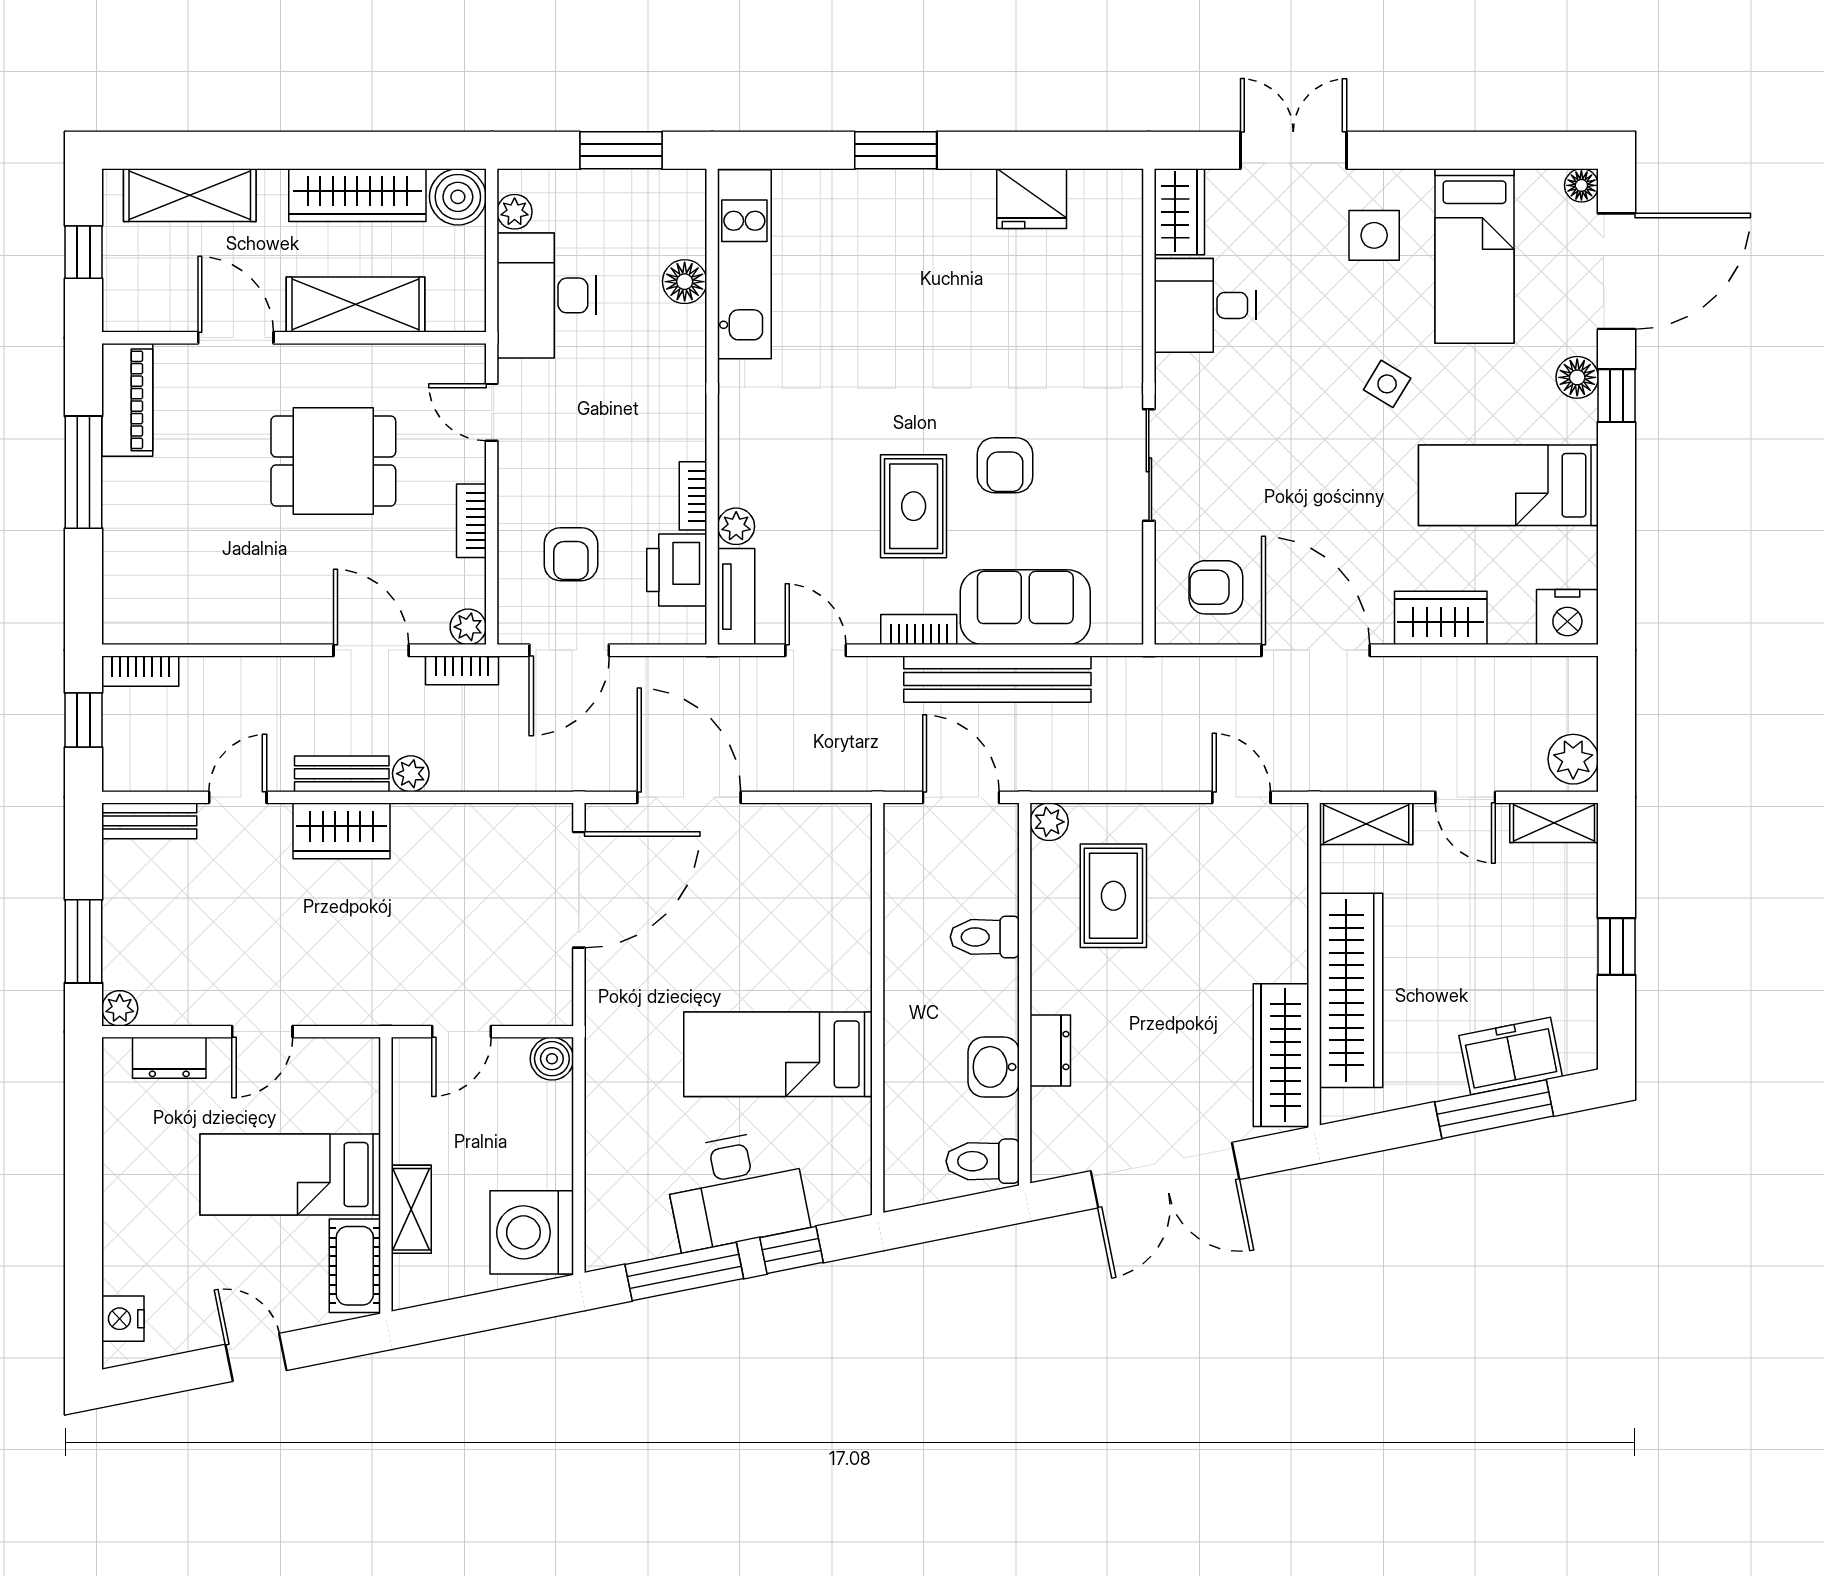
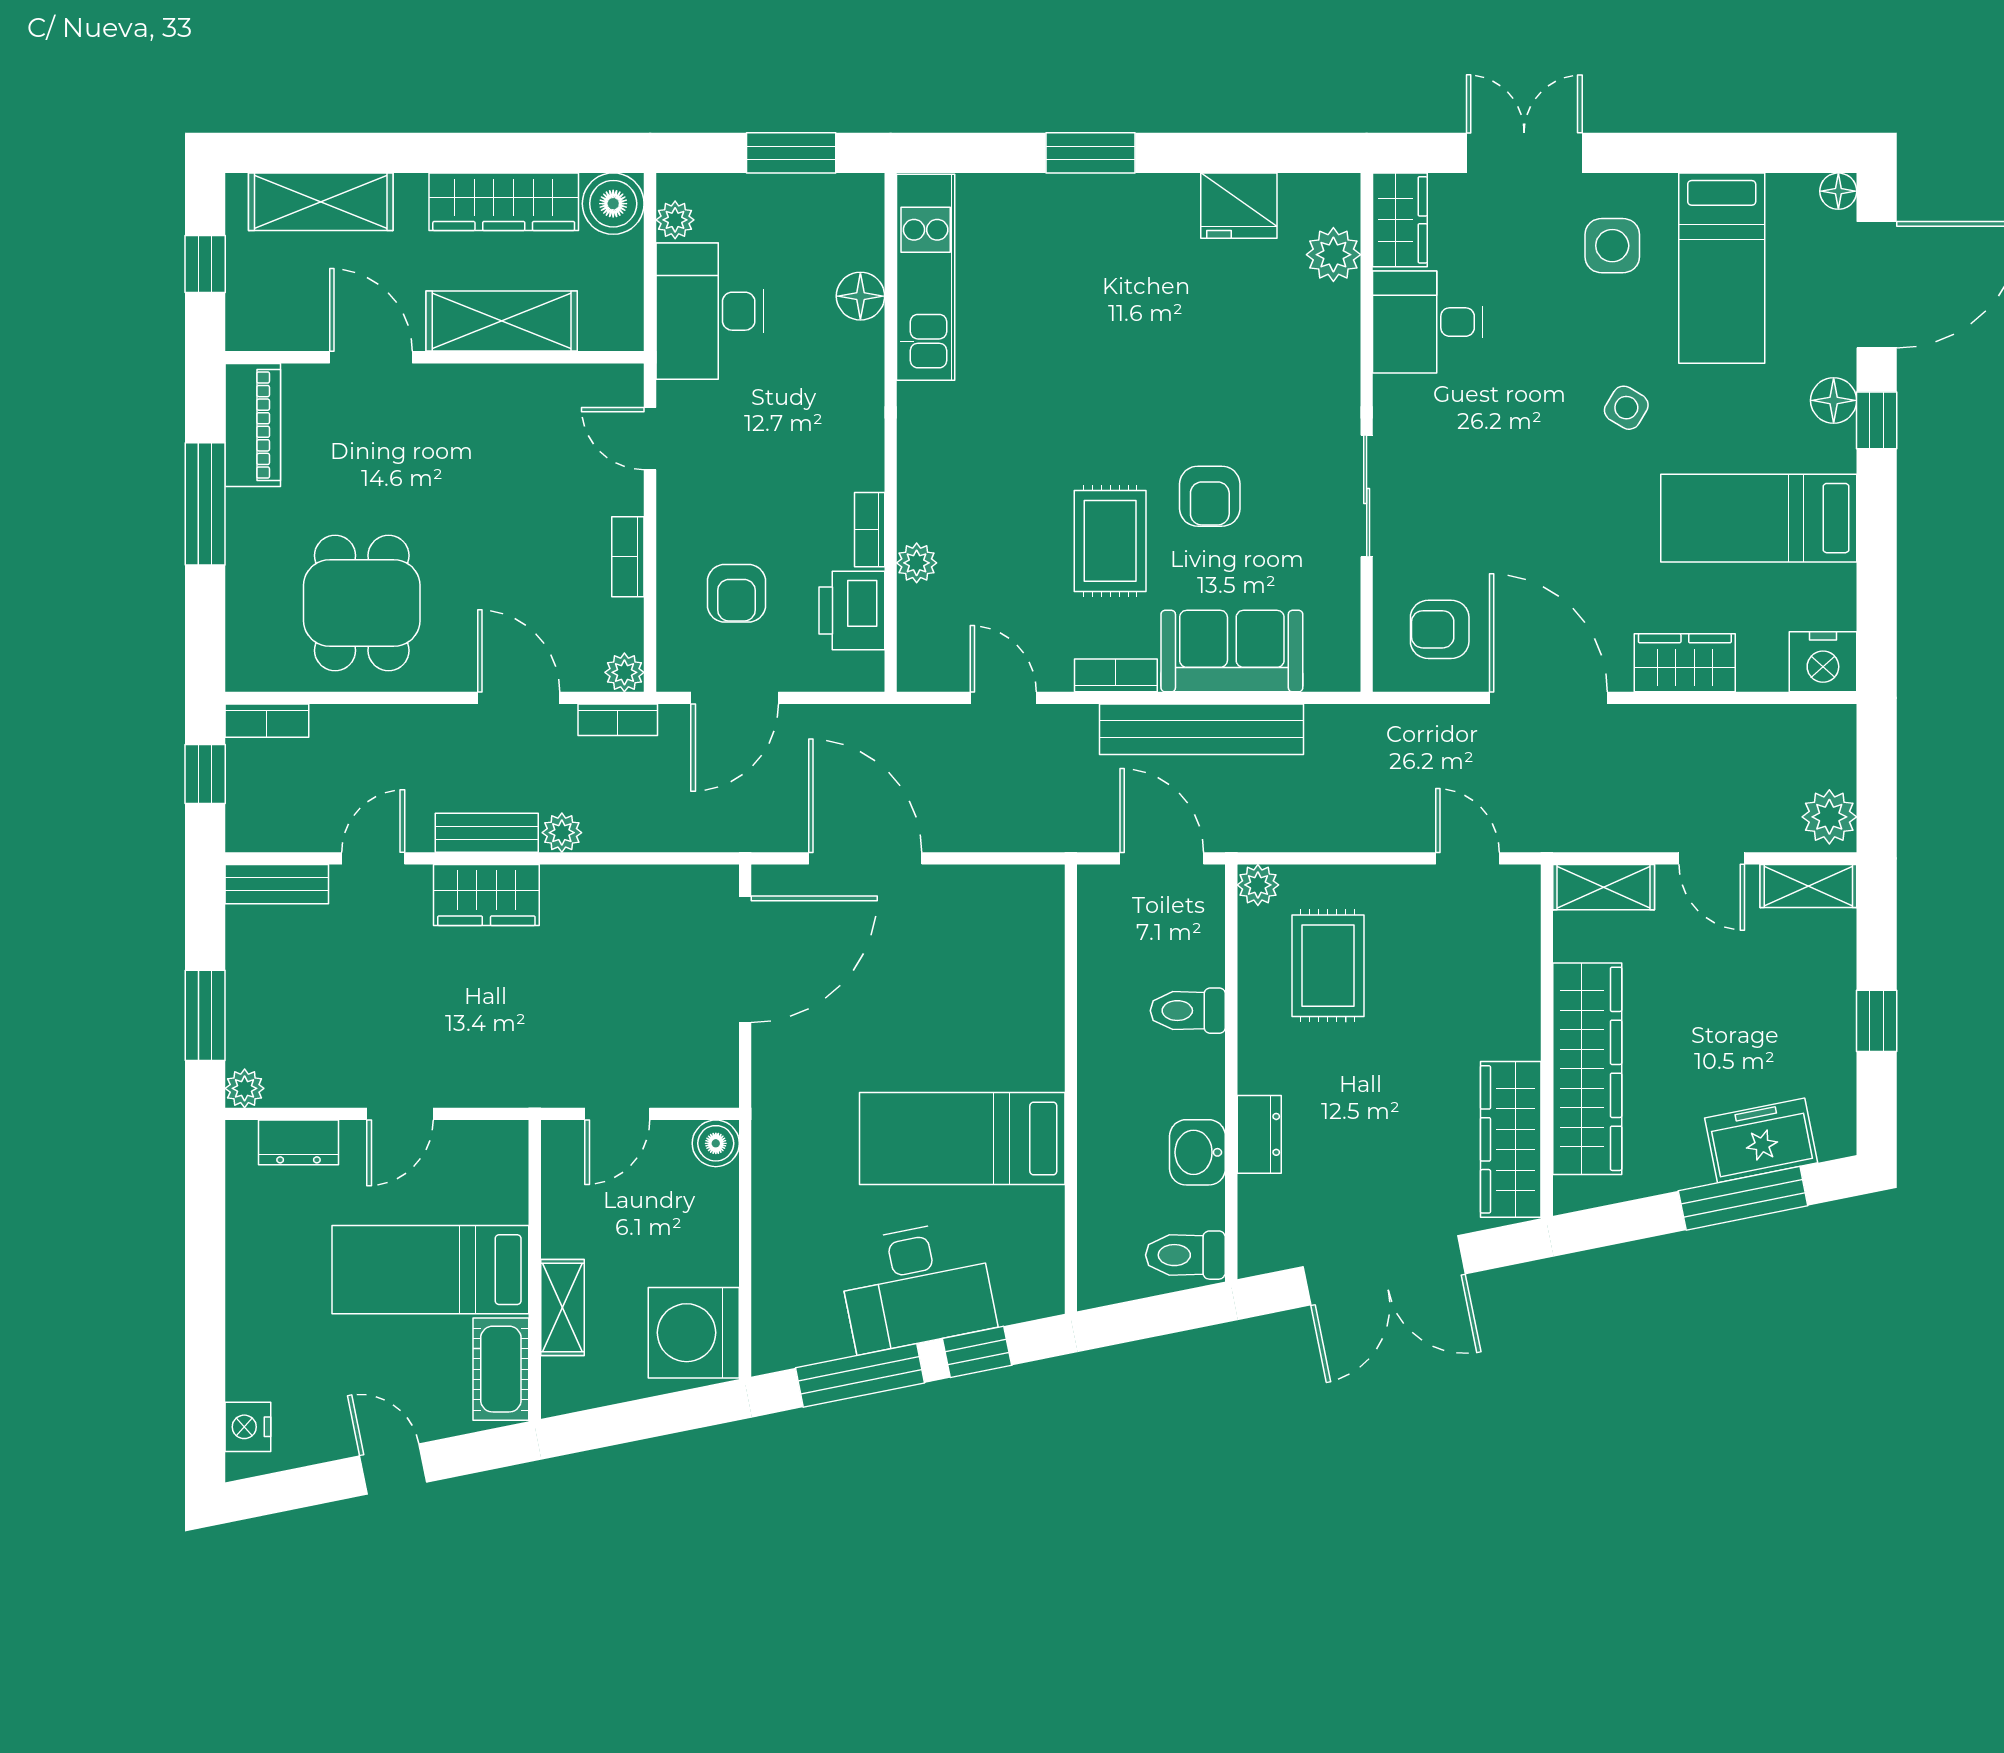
plant: (1118, 244) -> (1333, 255), added
dining table: (333, 461) -> (362, 603), moved, turned 90
tv unit: (736, 597) -> (917, 639), removed

